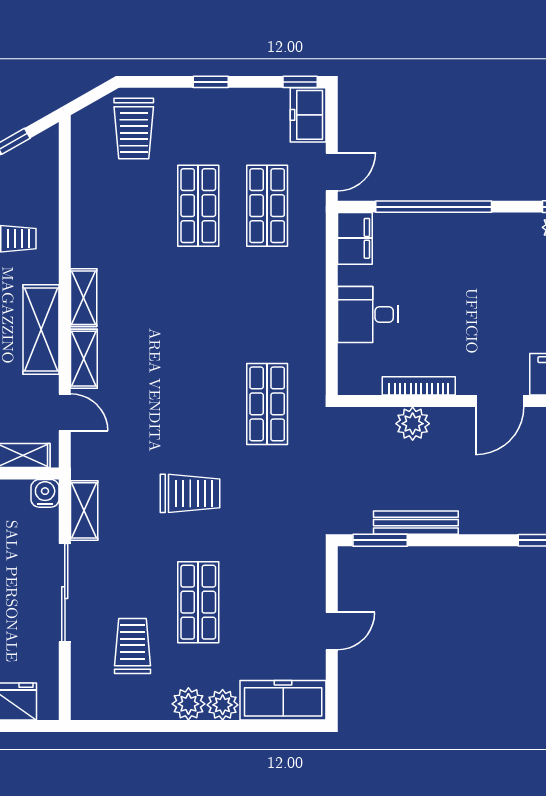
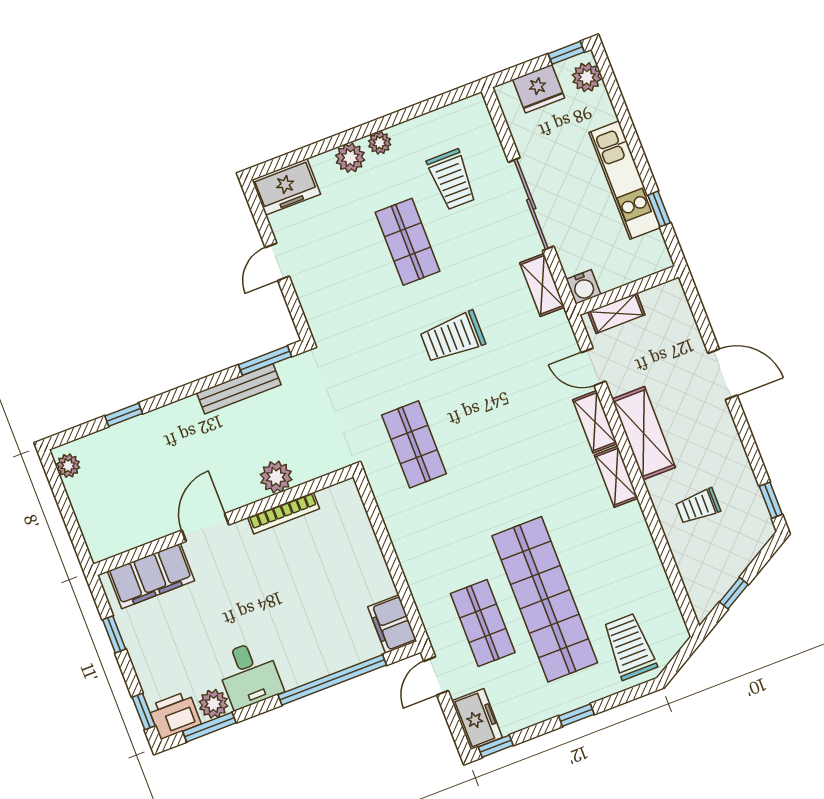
shop shelf: (198, 206) -> (545, 599), width x2.00, depth x1.36
desk: (368, 314) -> (249, 674), moved, turned 90
freezer: (283, 700) -> (286, 187), width x0.71
plant: (188, 704) -> (380, 143), width x0.73, depth x0.73

